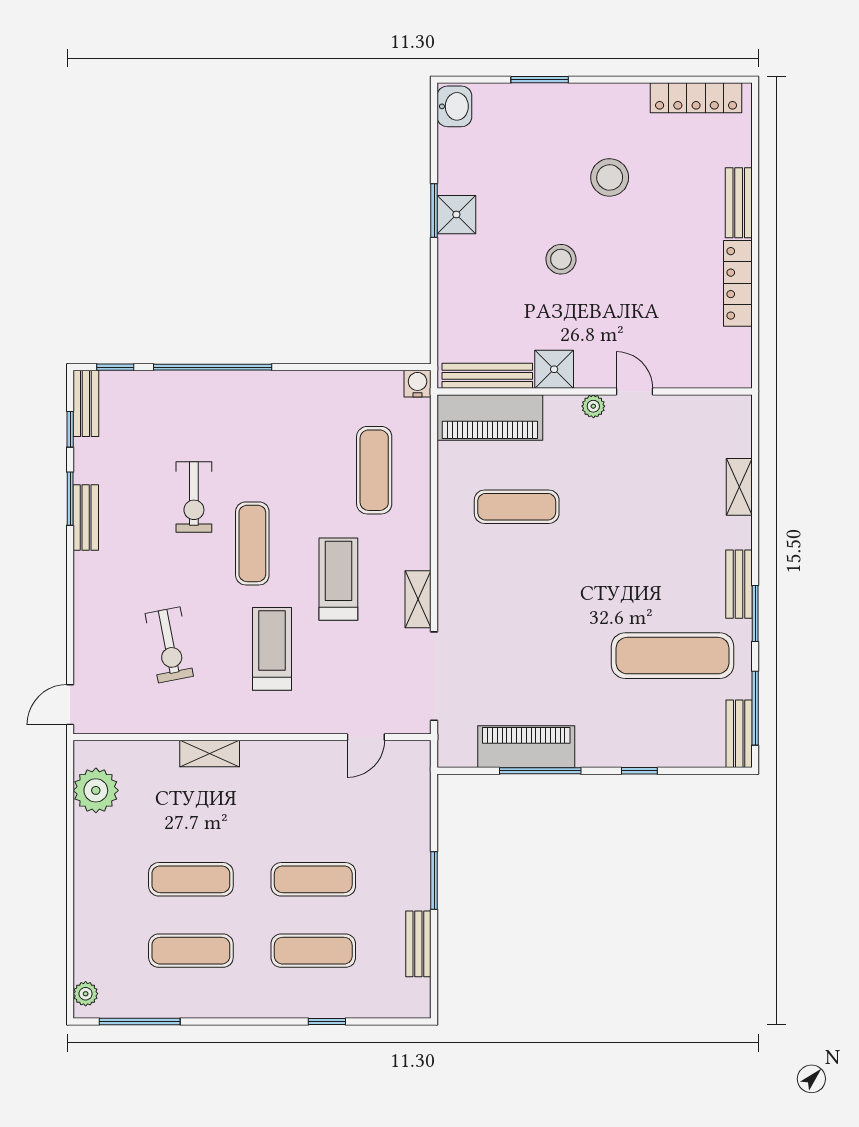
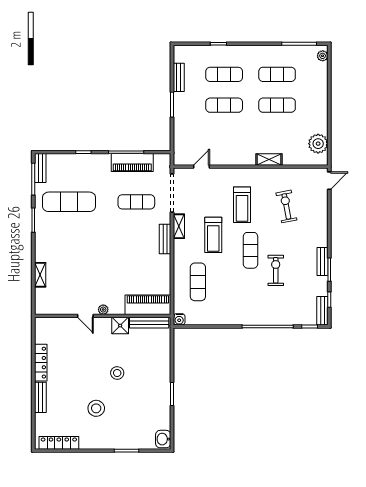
shower: (456, 215) -> (162, 392), removed
exercise mat: (517, 507) -> (136, 202), moved
bench: (739, 584) -> (165, 239), moved

